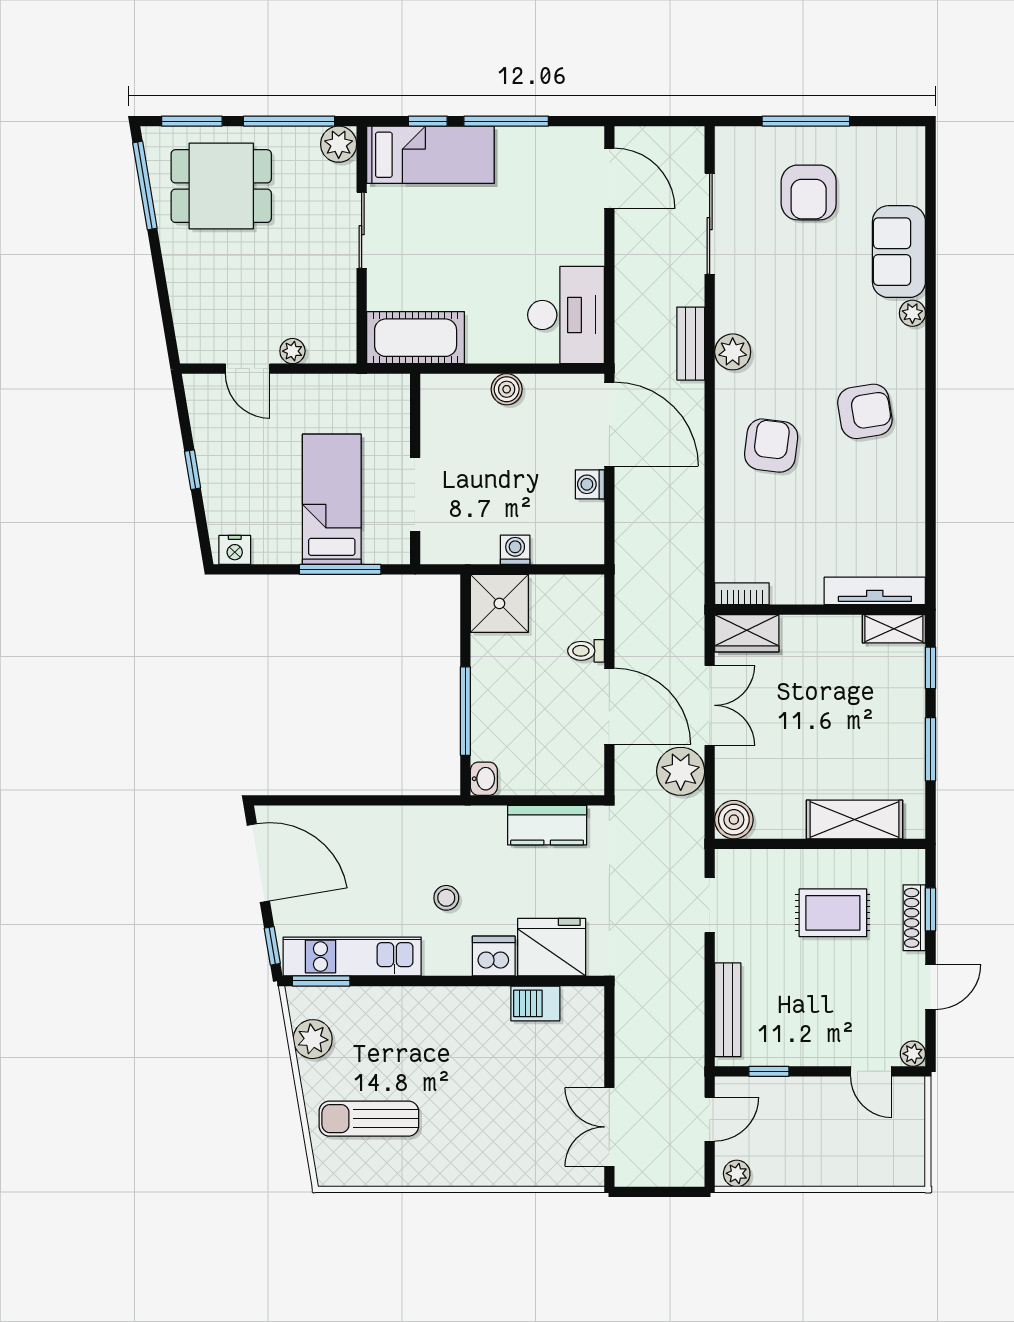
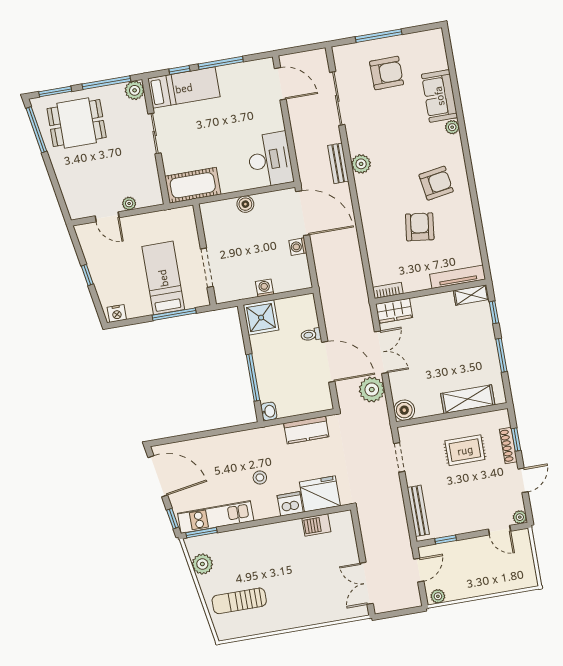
armchair: (809, 192) -> (387, 73), turned -91
armchair: (771, 446) -> (420, 227), moved

